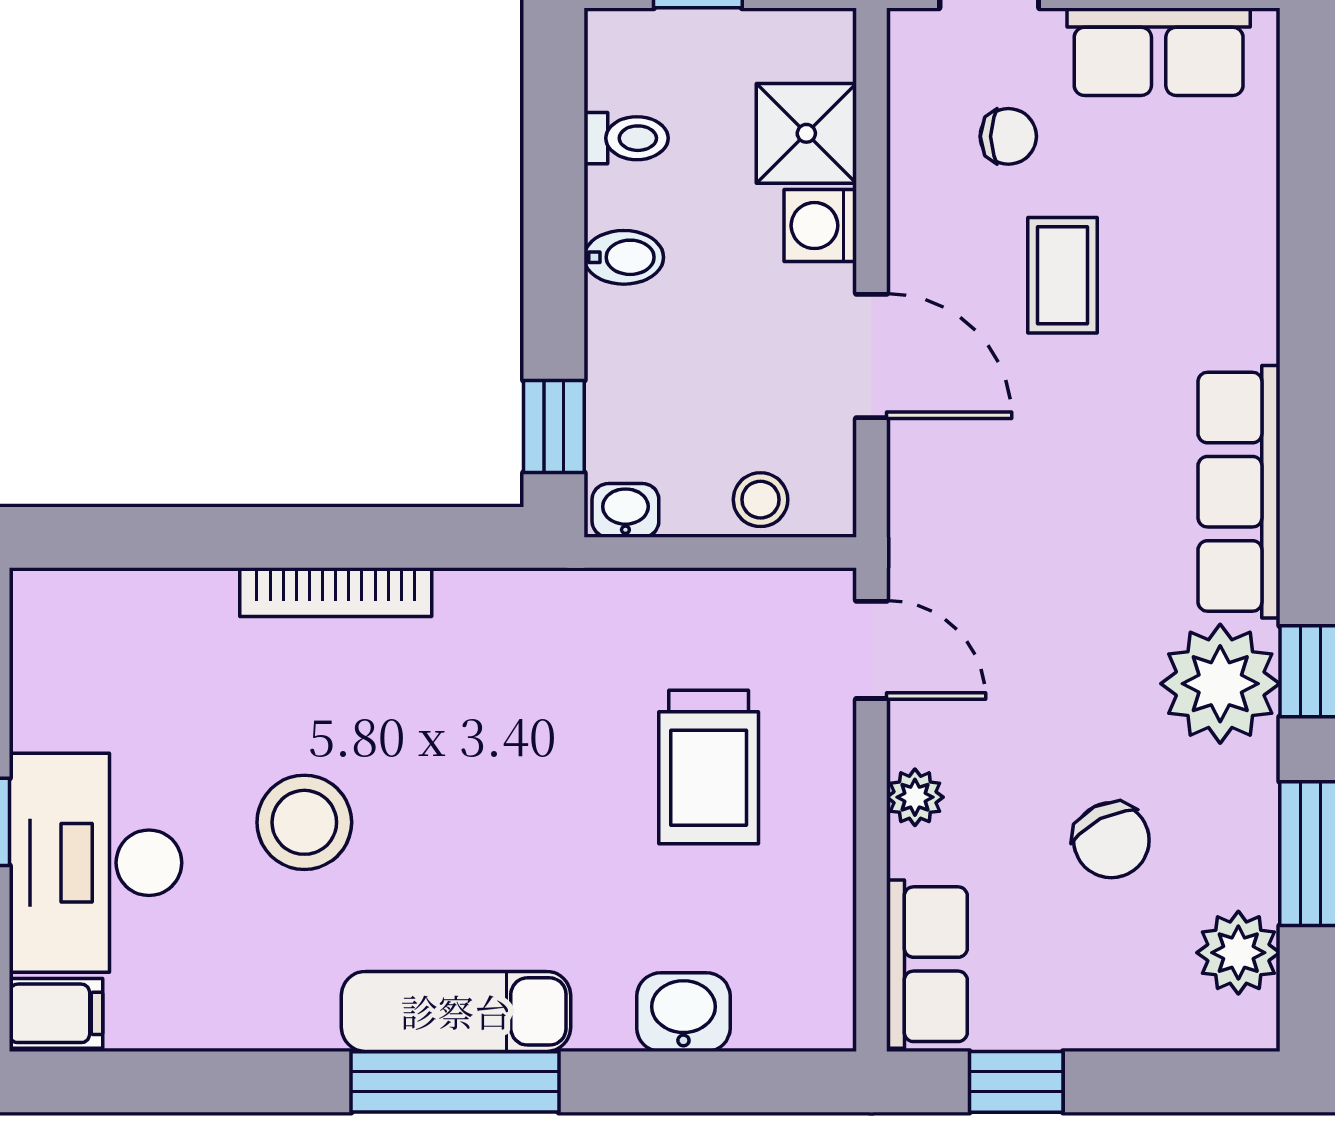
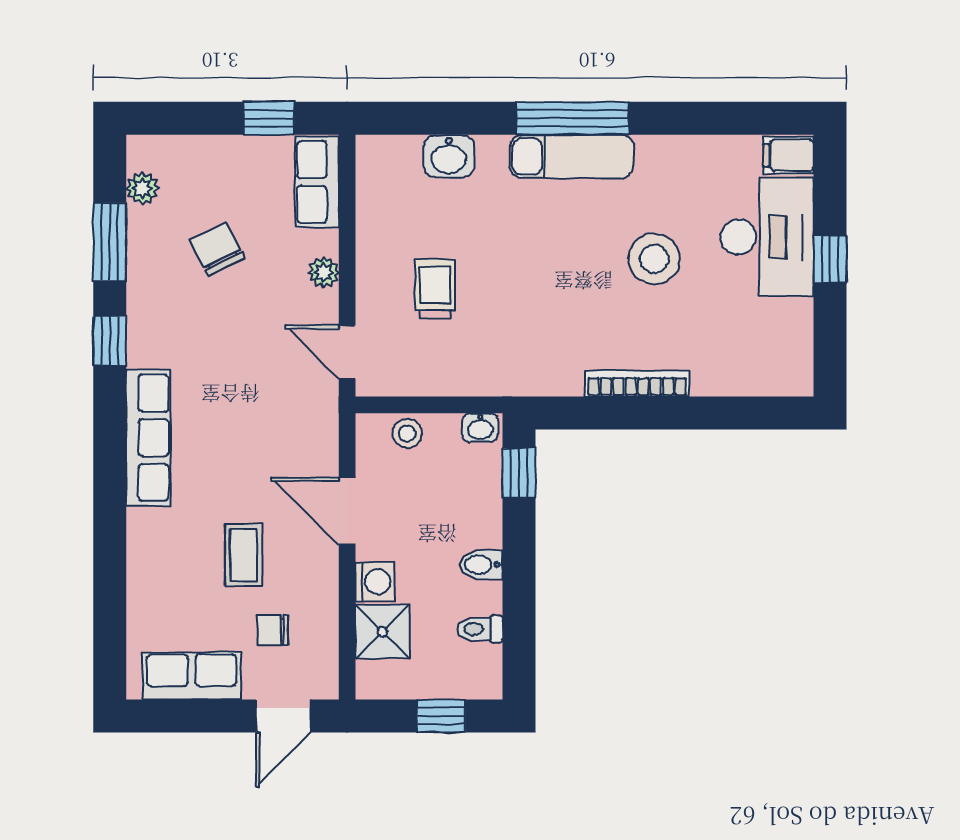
plant: (1220, 684) -> (158, 334), removed
trolley: (709, 767) -> (435, 289), width x0.73, depth x0.72
plant: (1238, 953) -> (142, 188), width x0.73, depth x0.73

